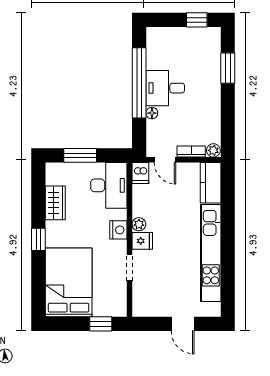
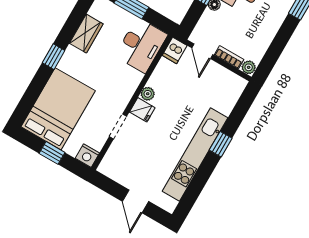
kitchen counter: (211, 183) -> (230, 94), removed
nightstand: (118, 230) -> (87, 156), moved, turned 90
window: (228, 231) -> (221, 144), added
window: (101, 324) -> (52, 153), moved

